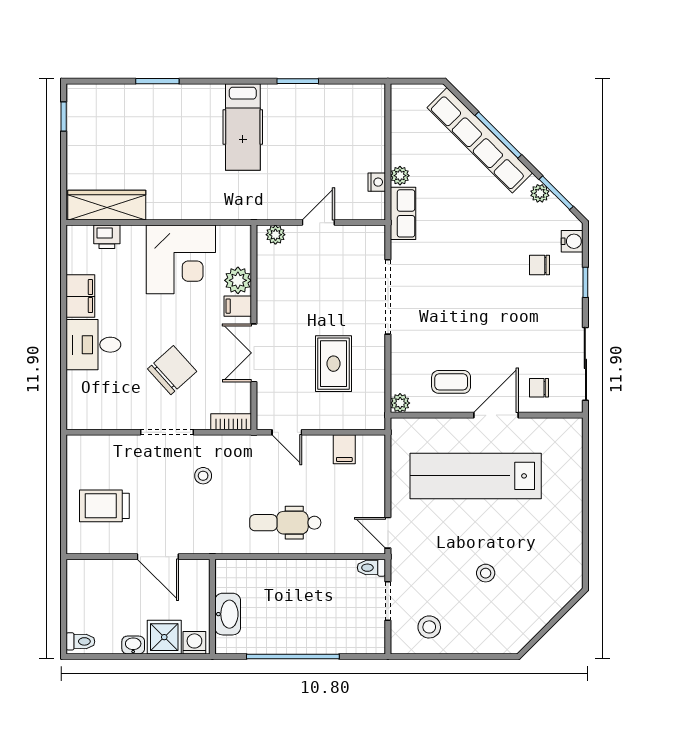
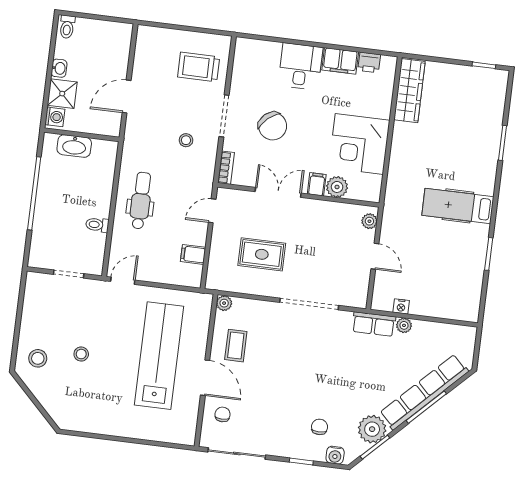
plant: (540, 193) -> (372, 429), width x1.87, depth x1.87
printer: (107, 237) -> (369, 62), moved, turned -90
trolley: (104, 506) -> (199, 67), moved, turned -90
toilet: (371, 568) -> (97, 225), moved, turned -90
stool: (429, 627) -> (38, 358), moved

